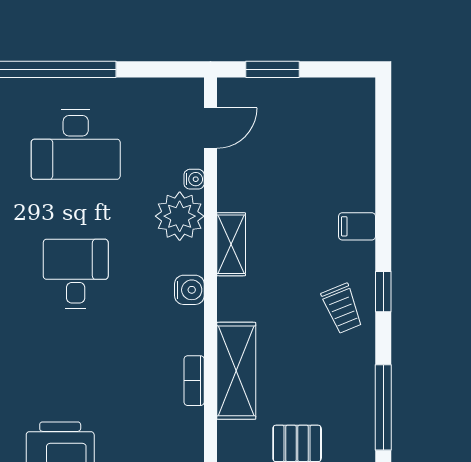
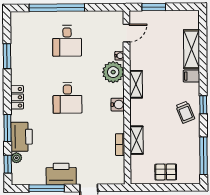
desk: (76, 145) -> (67, 41), width x0.73
shelving: (357, 166) -> (192, 49), added
desk: (76, 274) -> (67, 98), turned 180
shelving: (236, 371) -> (136, 140), width x0.67, depth x0.75

